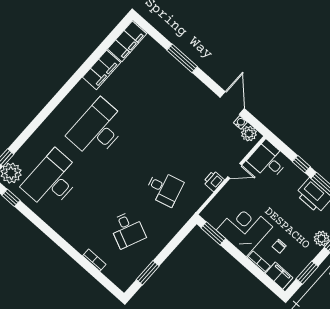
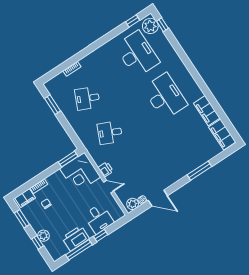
desk: (268, 160) -> (99, 219), moved, turned 90
door: (235, 171) -> (109, 187), swing flipped
desk: (164, 188) -> (110, 133), turned 39
corner desk: (244, 228) -> (80, 173), moved, turned 90

